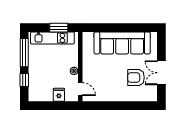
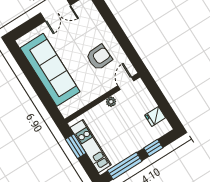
armchair: (136, 78) -> (99, 57), moved, turned -93
fridge: (59, 95) -> (155, 116), moved

